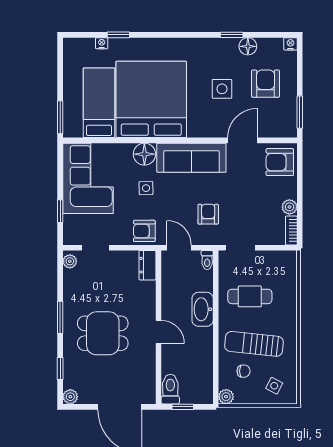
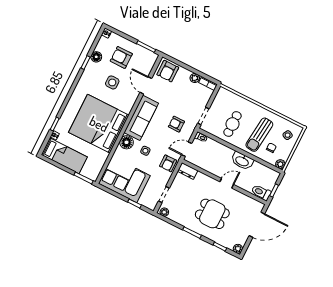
bed: (99, 103) -> (64, 156), moved, turned 180
washbasin: (203, 309) -> (242, 161), moved
dining table: (103, 333) -> (212, 214), turned 90

